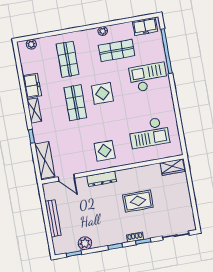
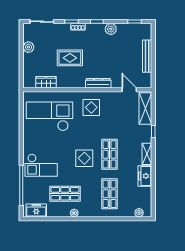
checkout: (149, 133) -> (49, 116), width x1.36, depth x1.21
wardrobe: (172, 167) -> (46, 82), moved
plant: (186, 205) -> (28, 47), added
plant: (85, 243) -> (111, 29), moved

